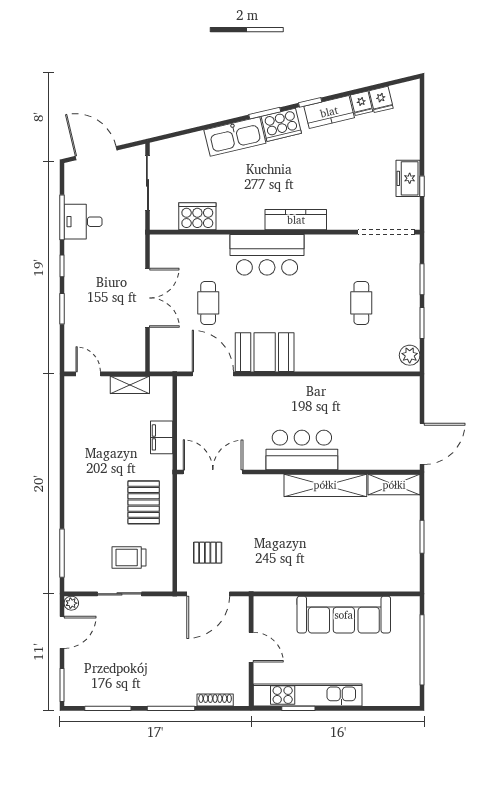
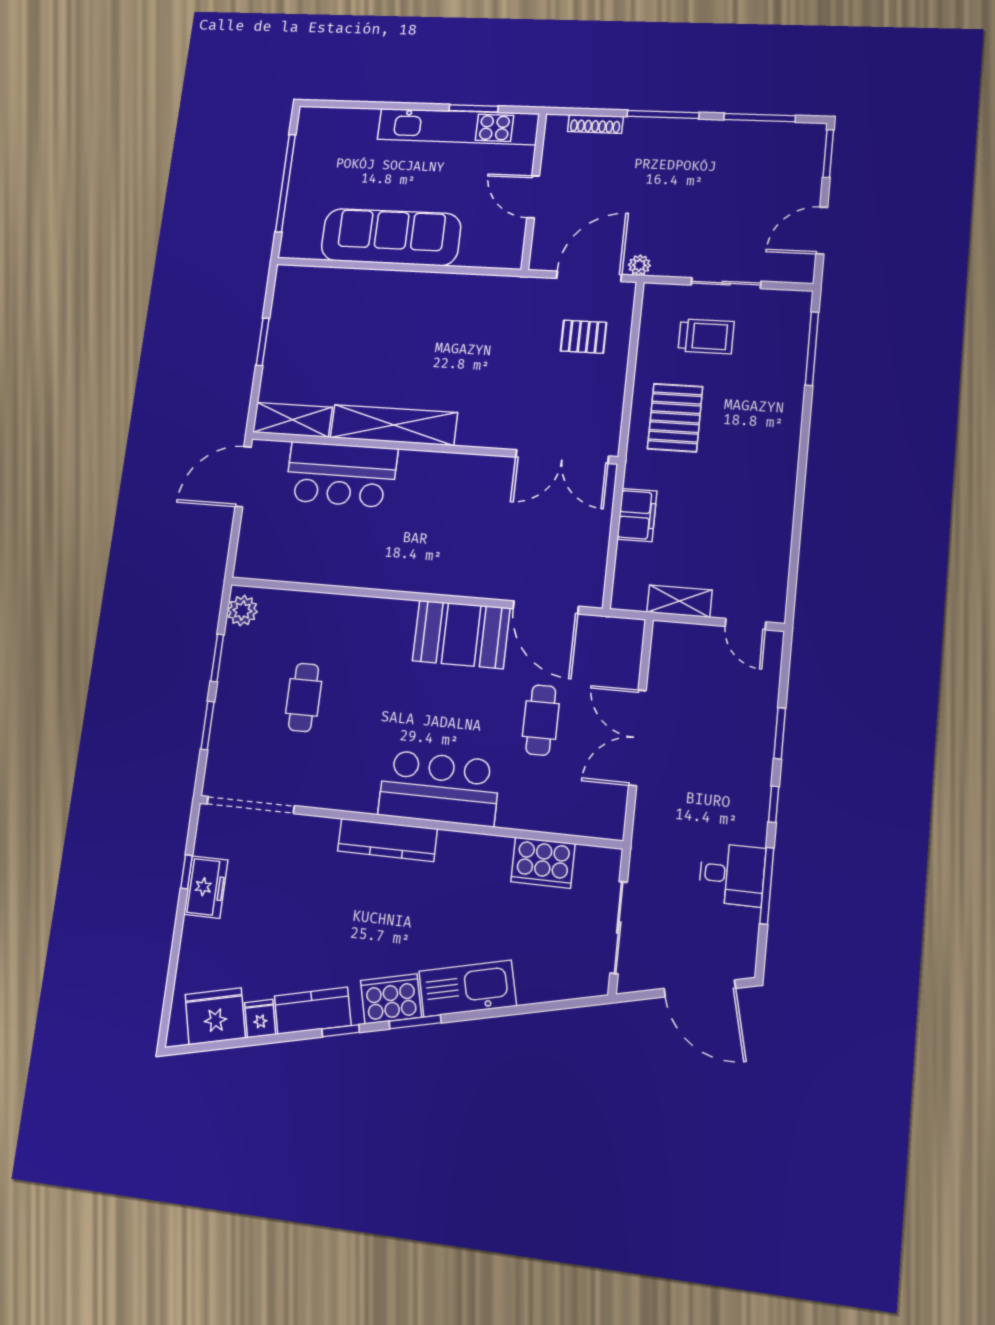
fridge: (381, 99) -> (215, 1016), width x1.88, depth x1.34
bar counter: (302, 450) -> (341, 475), moved
plant: (71, 603) -> (639, 265), moved

